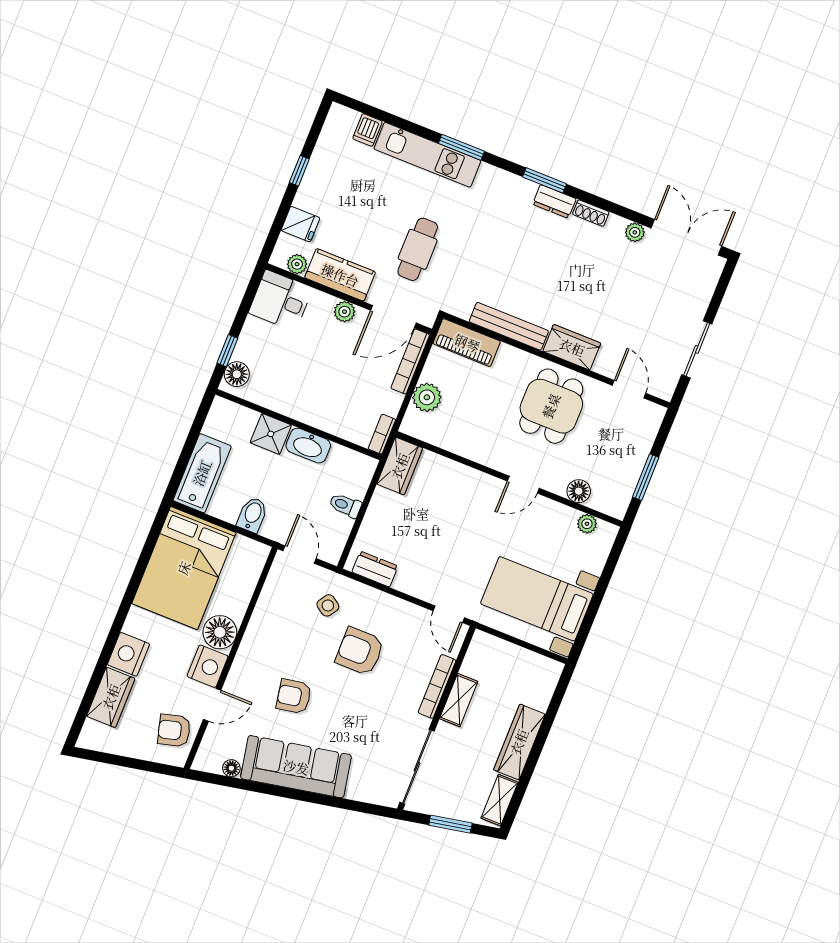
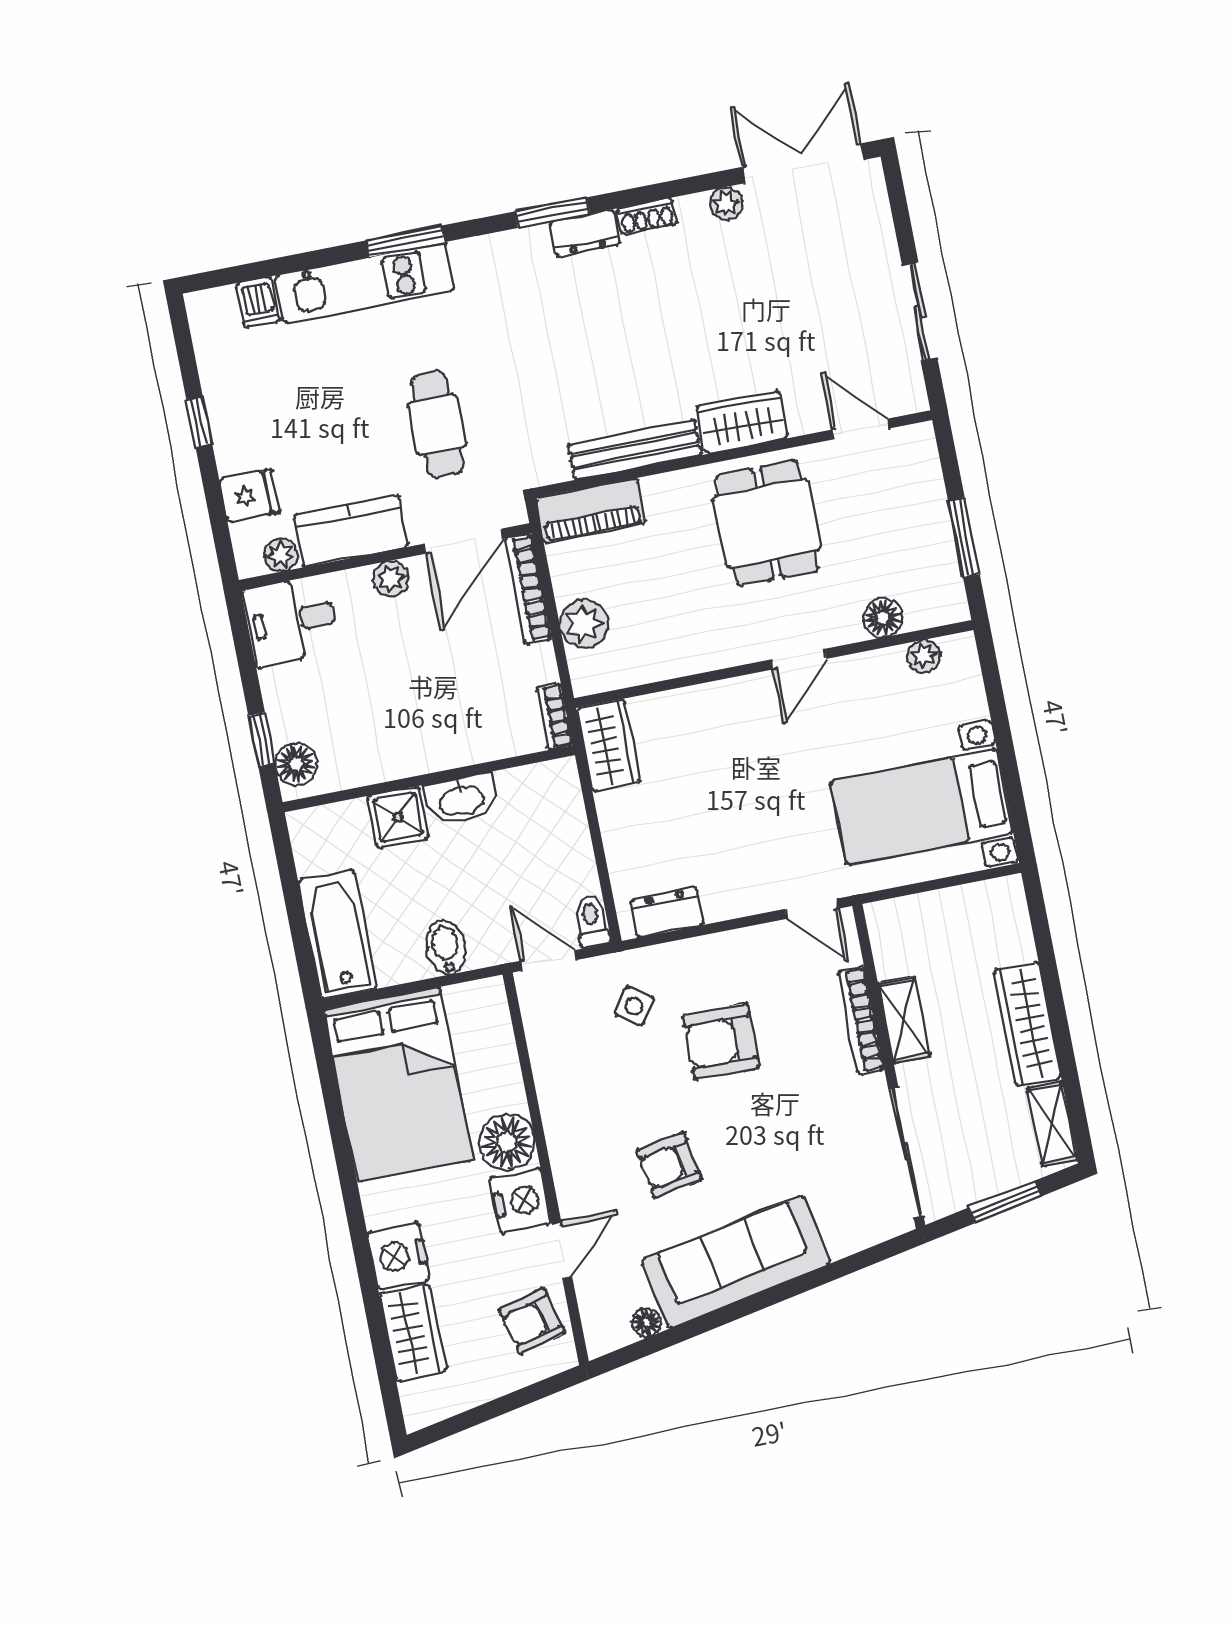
toilet: (345, 505) -> (592, 921), moved, turned 90

